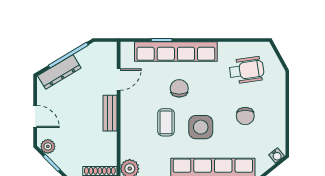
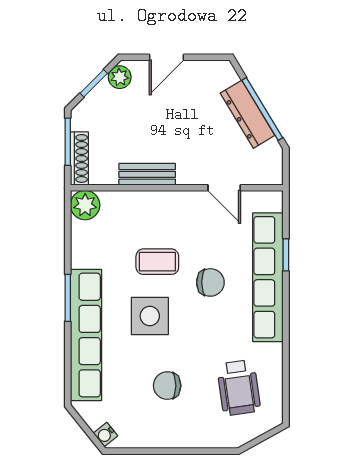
dresser: (59, 72) -> (248, 114), moved
bench: (110, 113) -> (147, 174), moved

